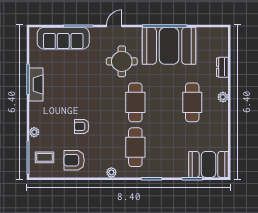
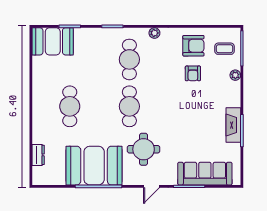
dresser: (222, 67) -> (38, 155), moved
plant: (223, 97) -> (38, 112), removed
armchair: (82, 126) -> (193, 73), moved, turned 90

